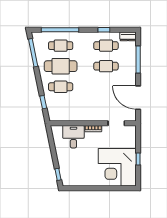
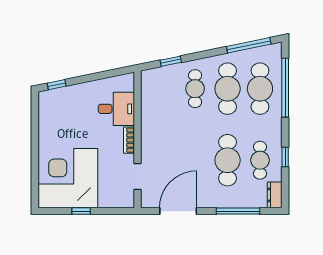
cafe table: (61, 46) -> (260, 89), width x1.37, depth x1.35
cafe table: (106, 66) -> (228, 160), width x1.37, depth x1.35

